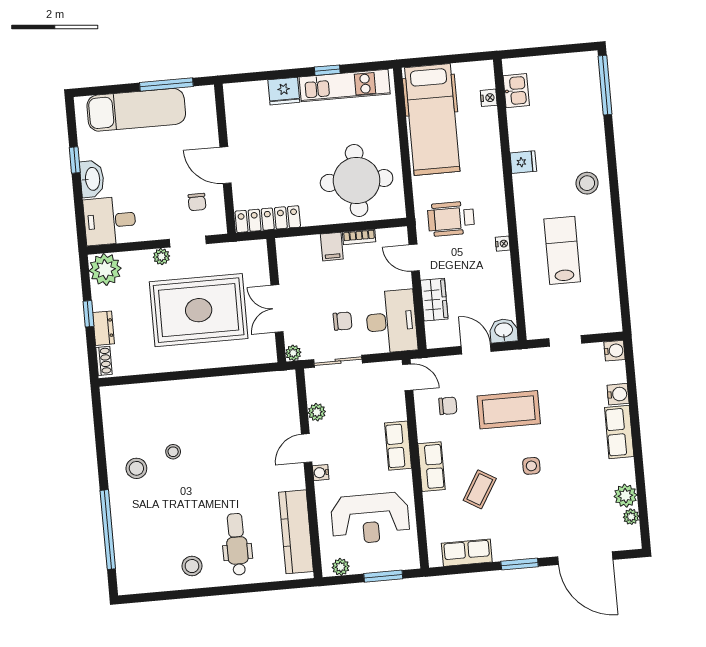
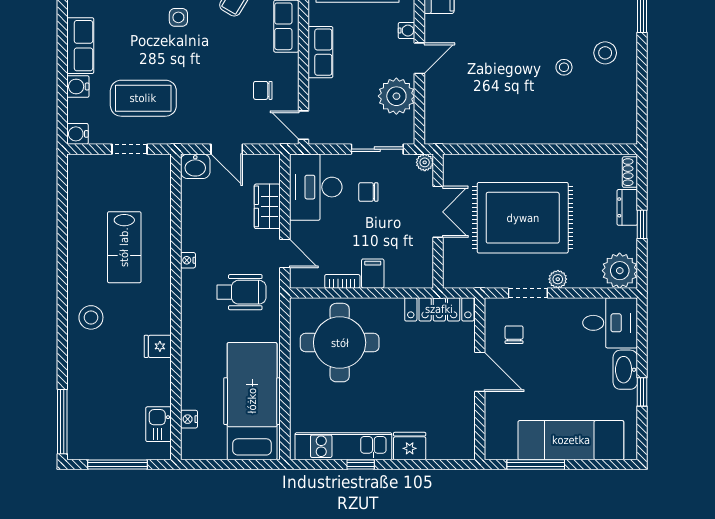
window: (551, 50) -> (118, 465), added
coffee table: (509, 410) -> (143, 98), moved
plant: (317, 412) -> (396, 96), width x1.88, depth x1.88

